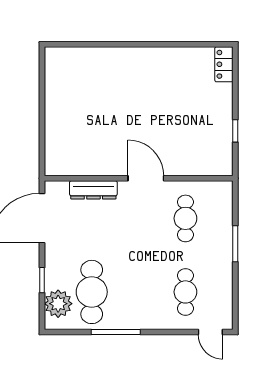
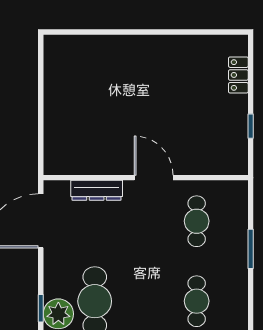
locker: (224, 64) -> (238, 75), moved
window: (42, 280) -> (41, 308), moved

